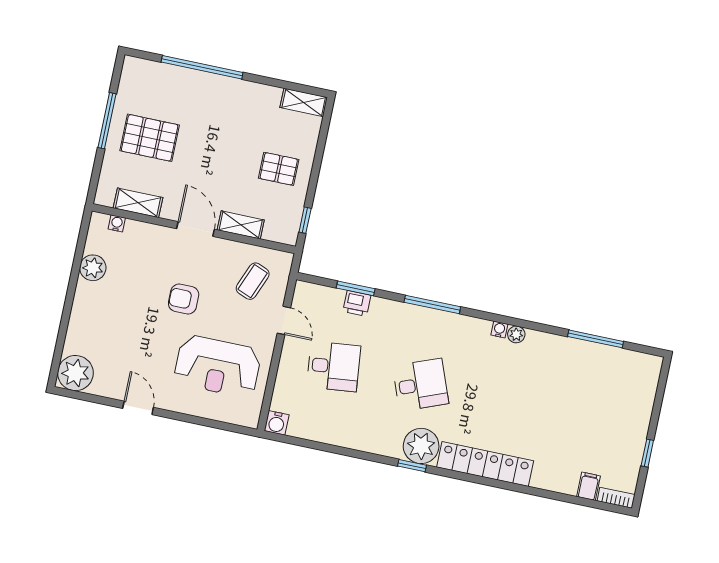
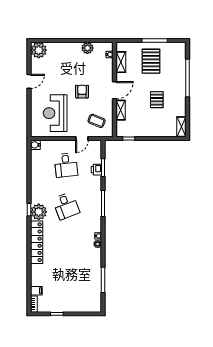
pallet: (279, 169) -> (157, 100), moved

